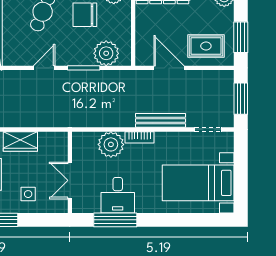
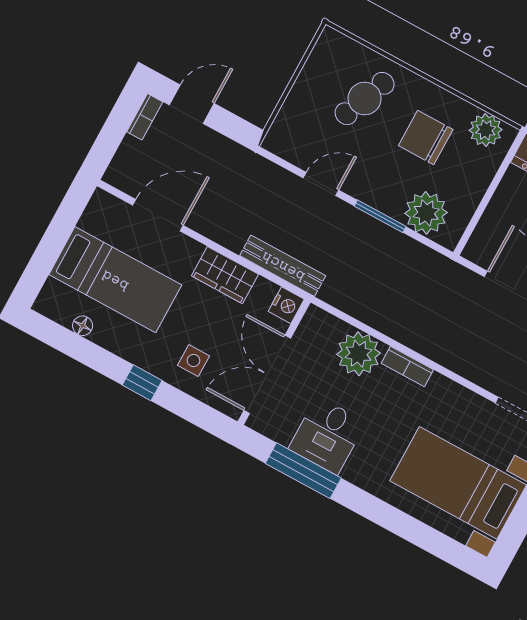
bench: (160, 120) -> (283, 266), moved
nightstand: (60, 140) -> (286, 305), added
double door: (70, 180) -> (267, 374), width x1.37

